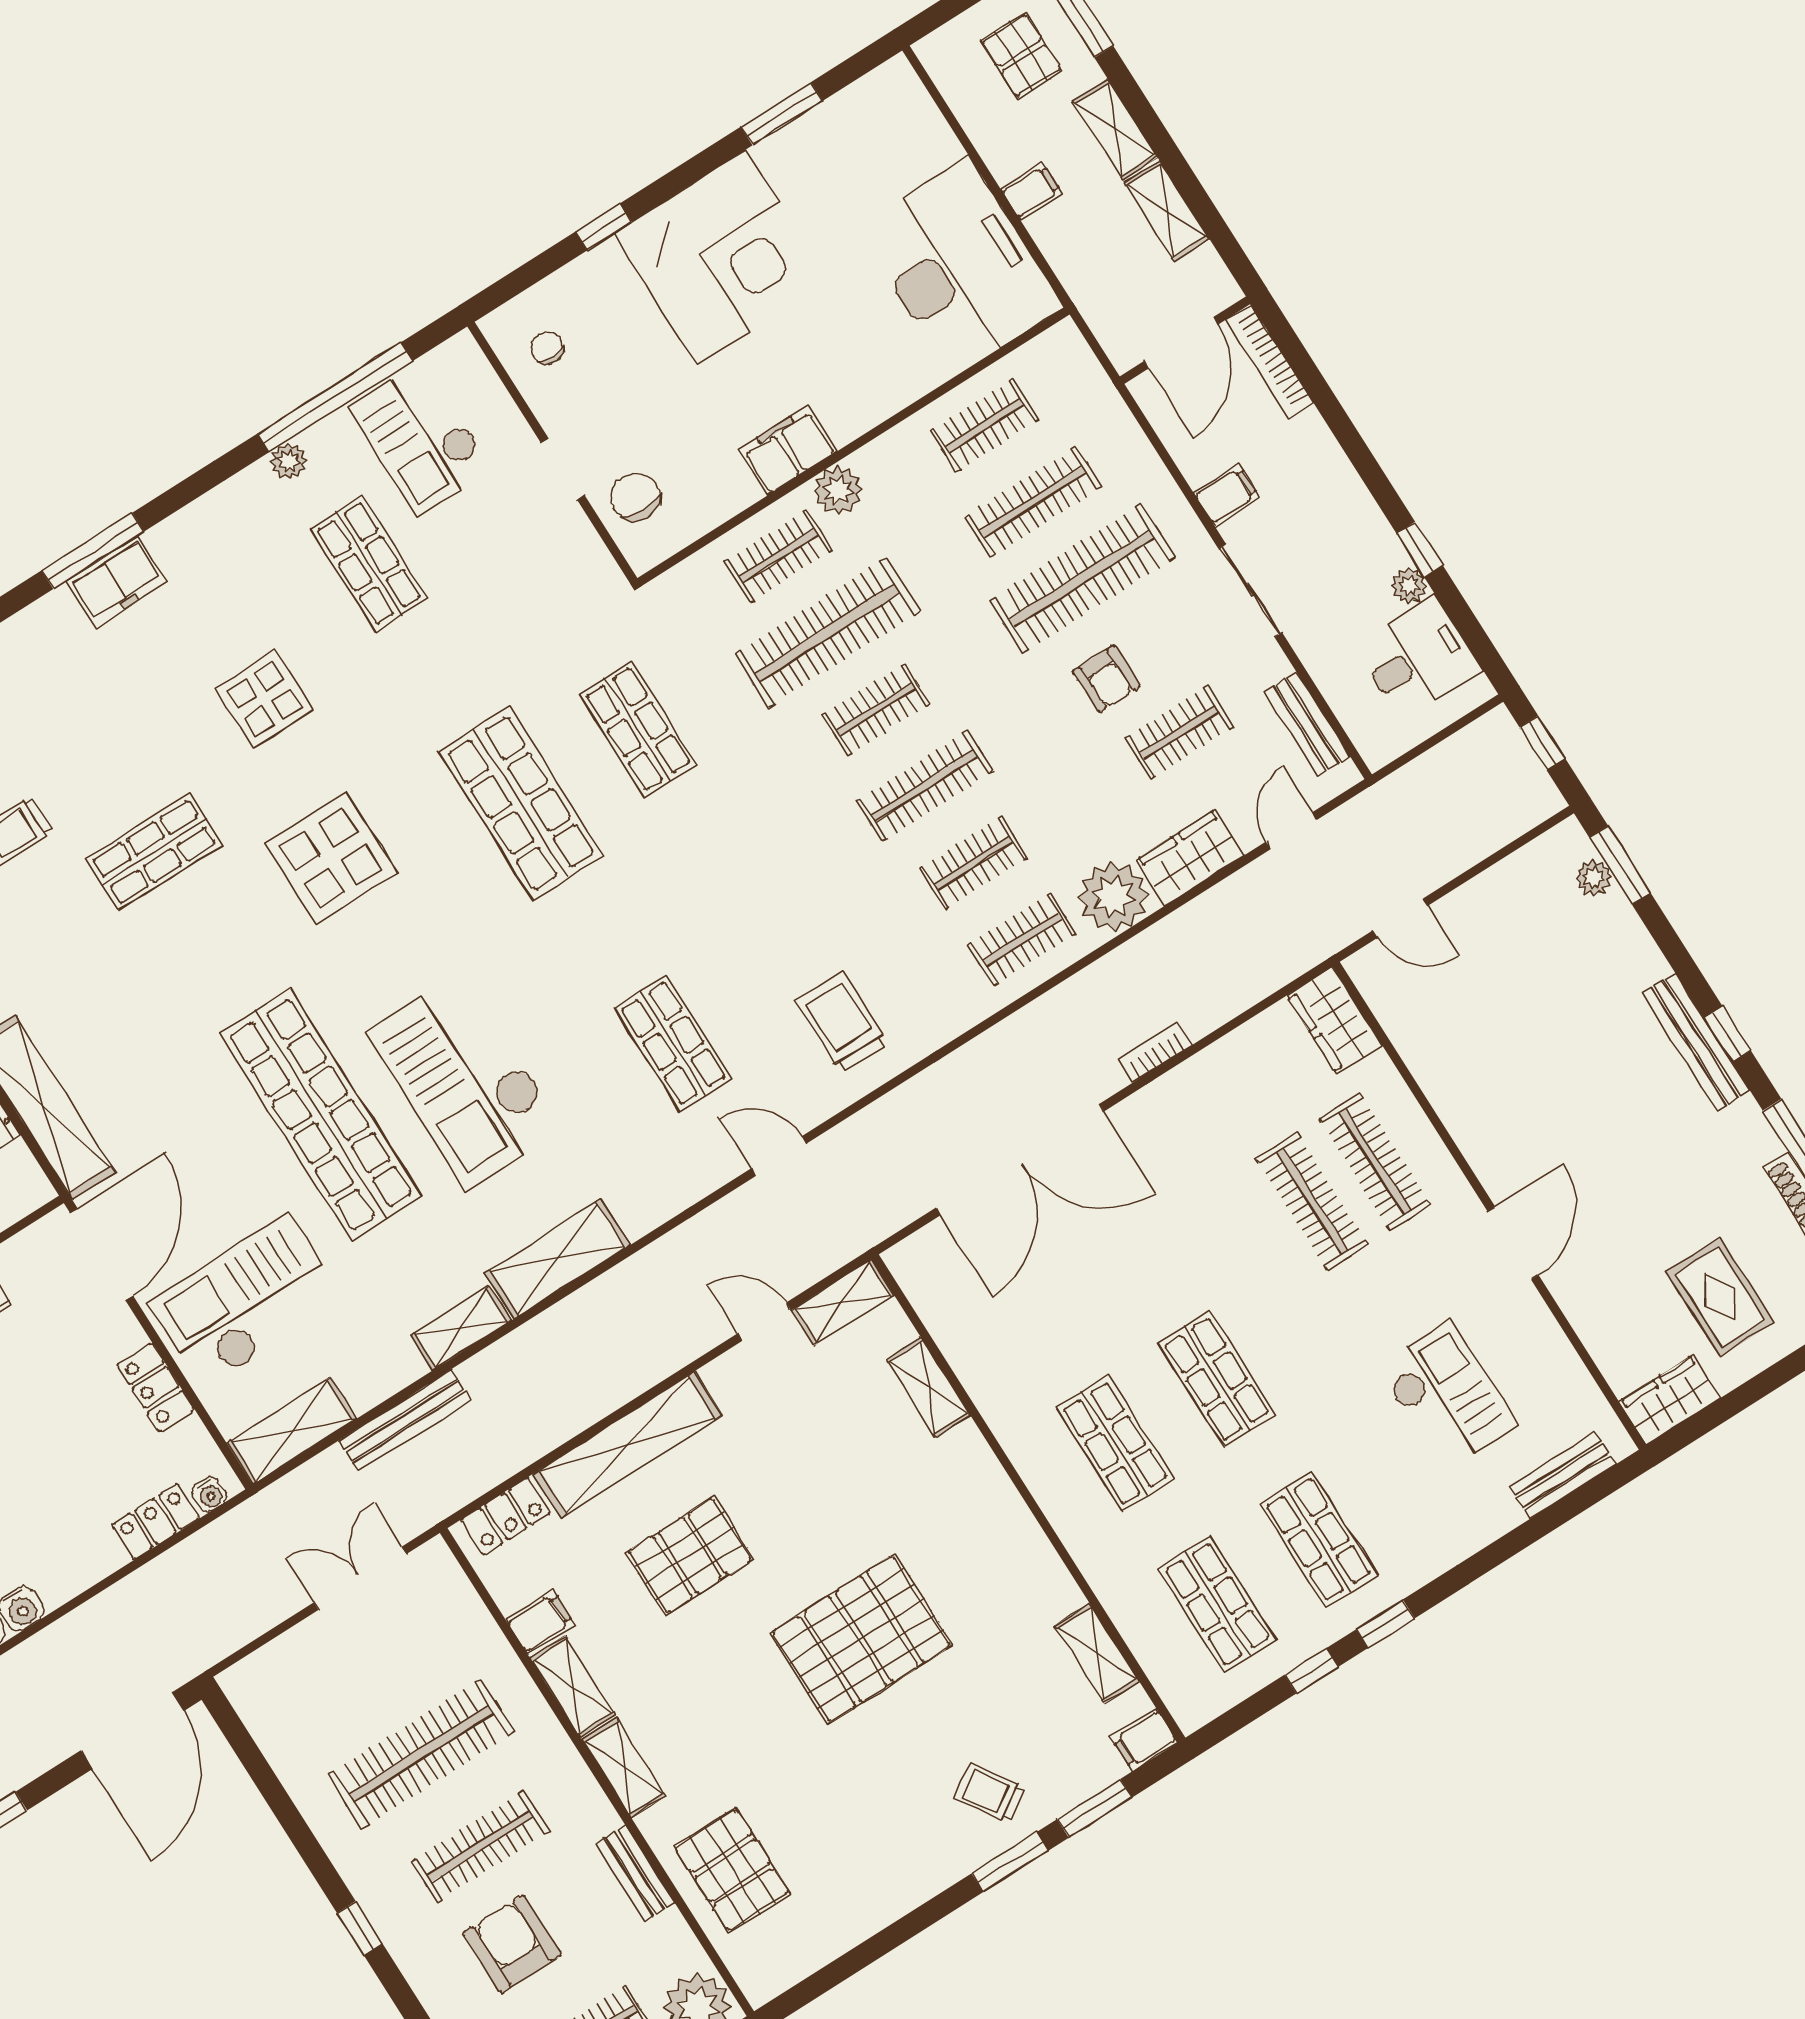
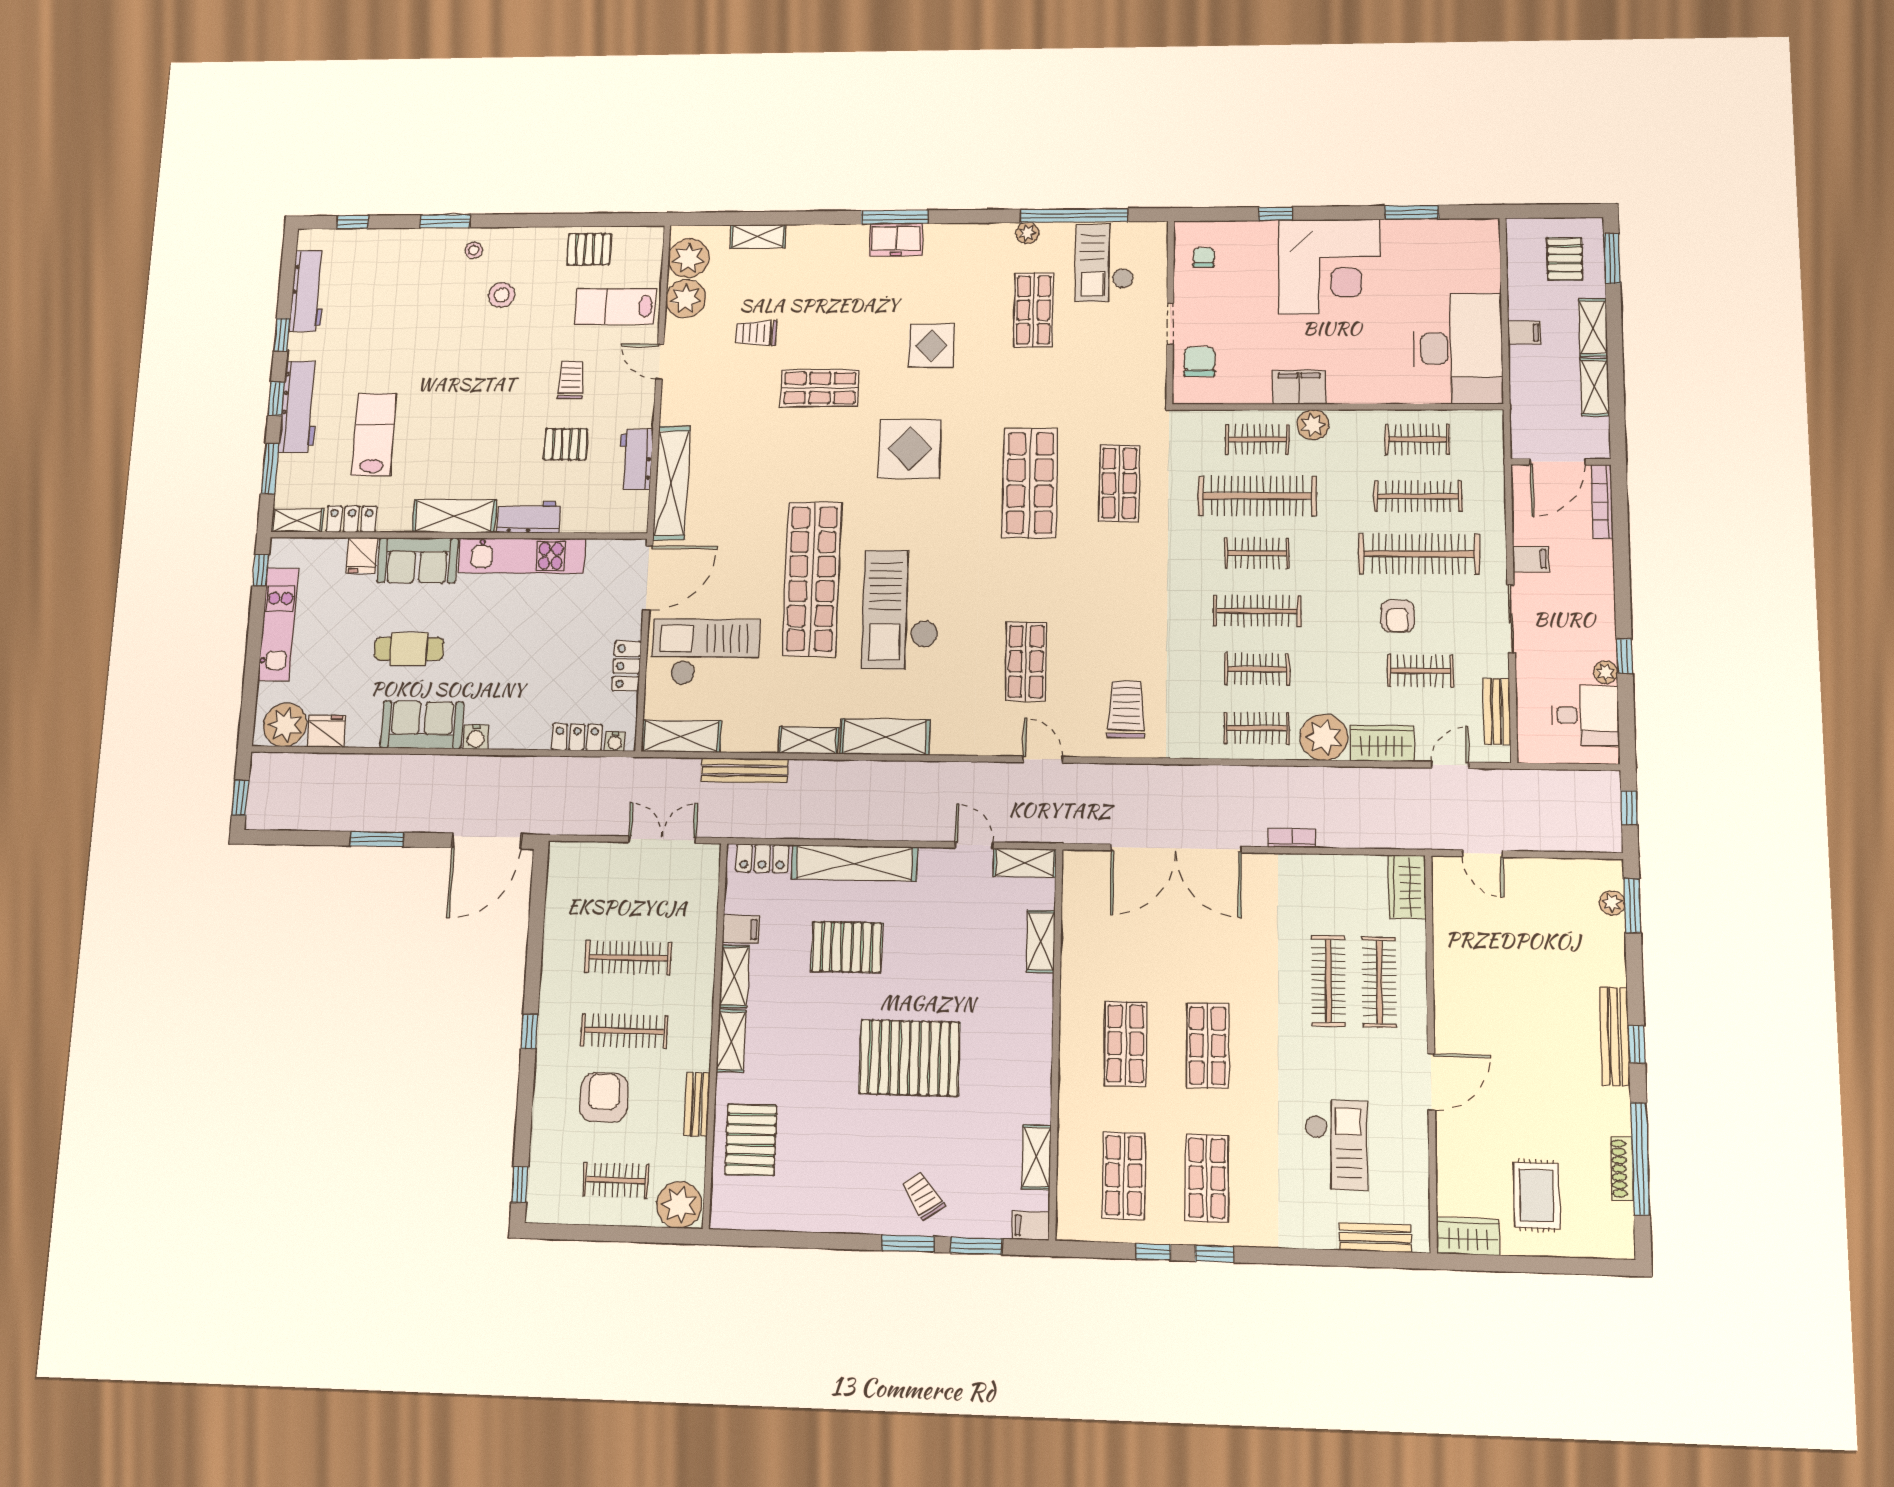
clothes rail: (421, 1754) -> (628, 958), width x0.73, depth x0.76

